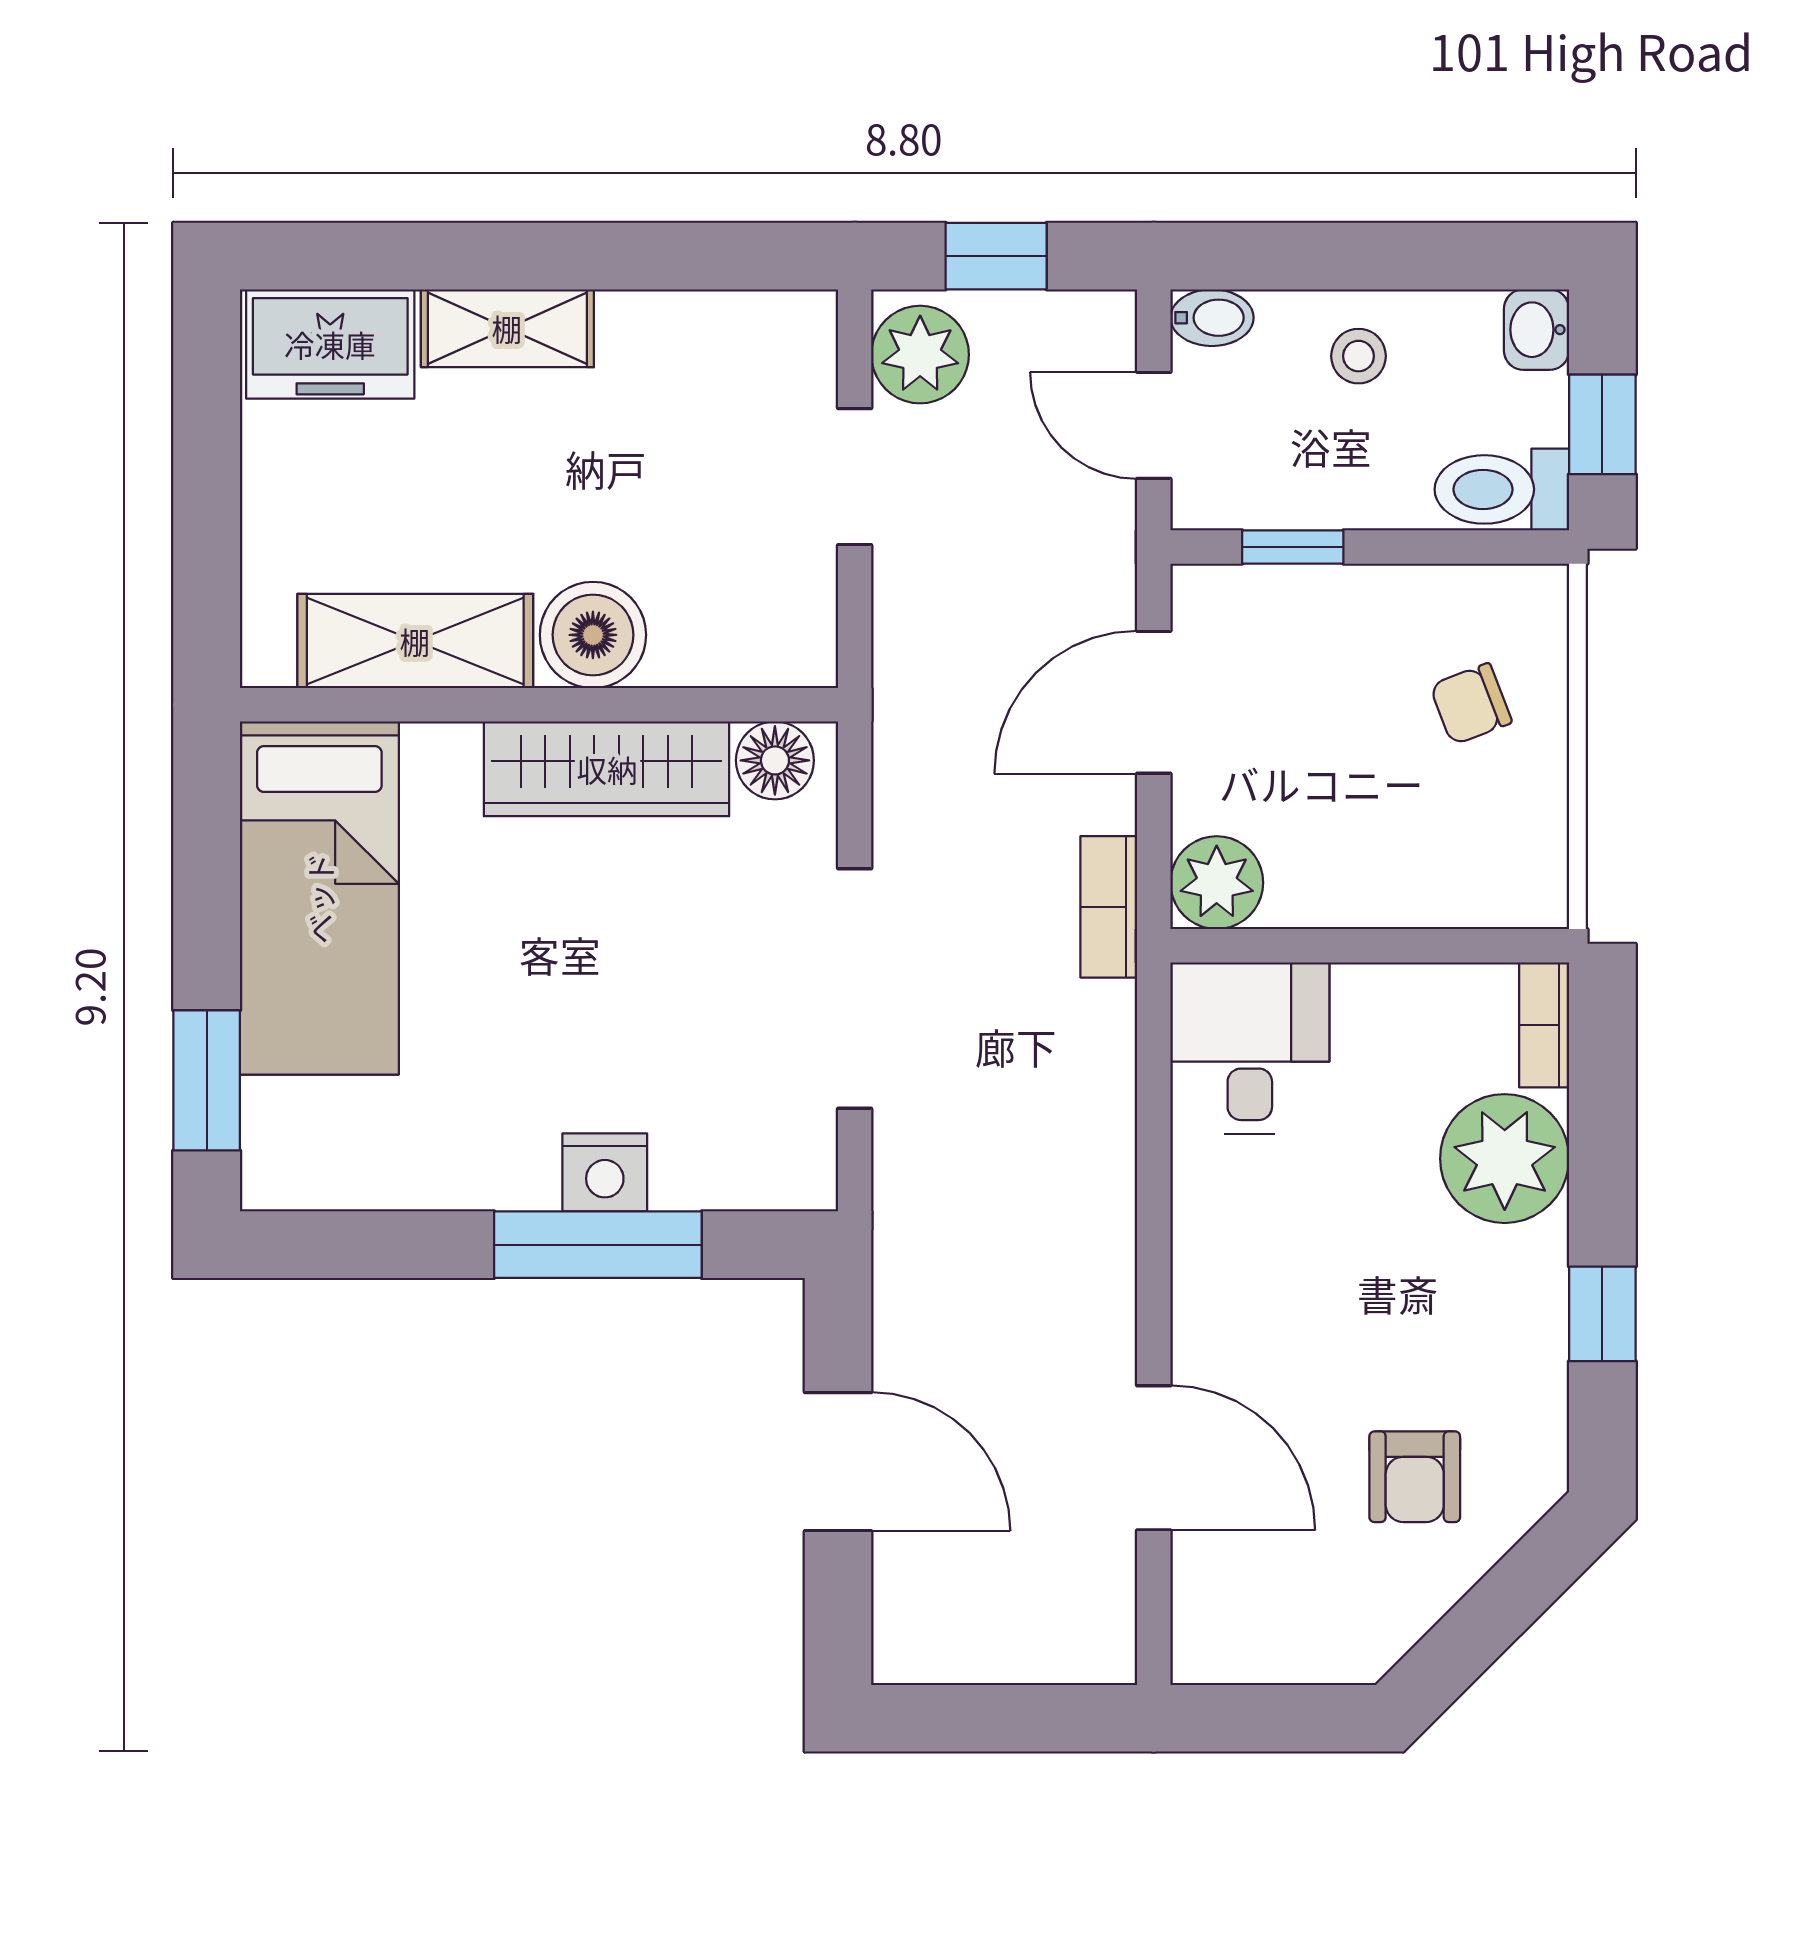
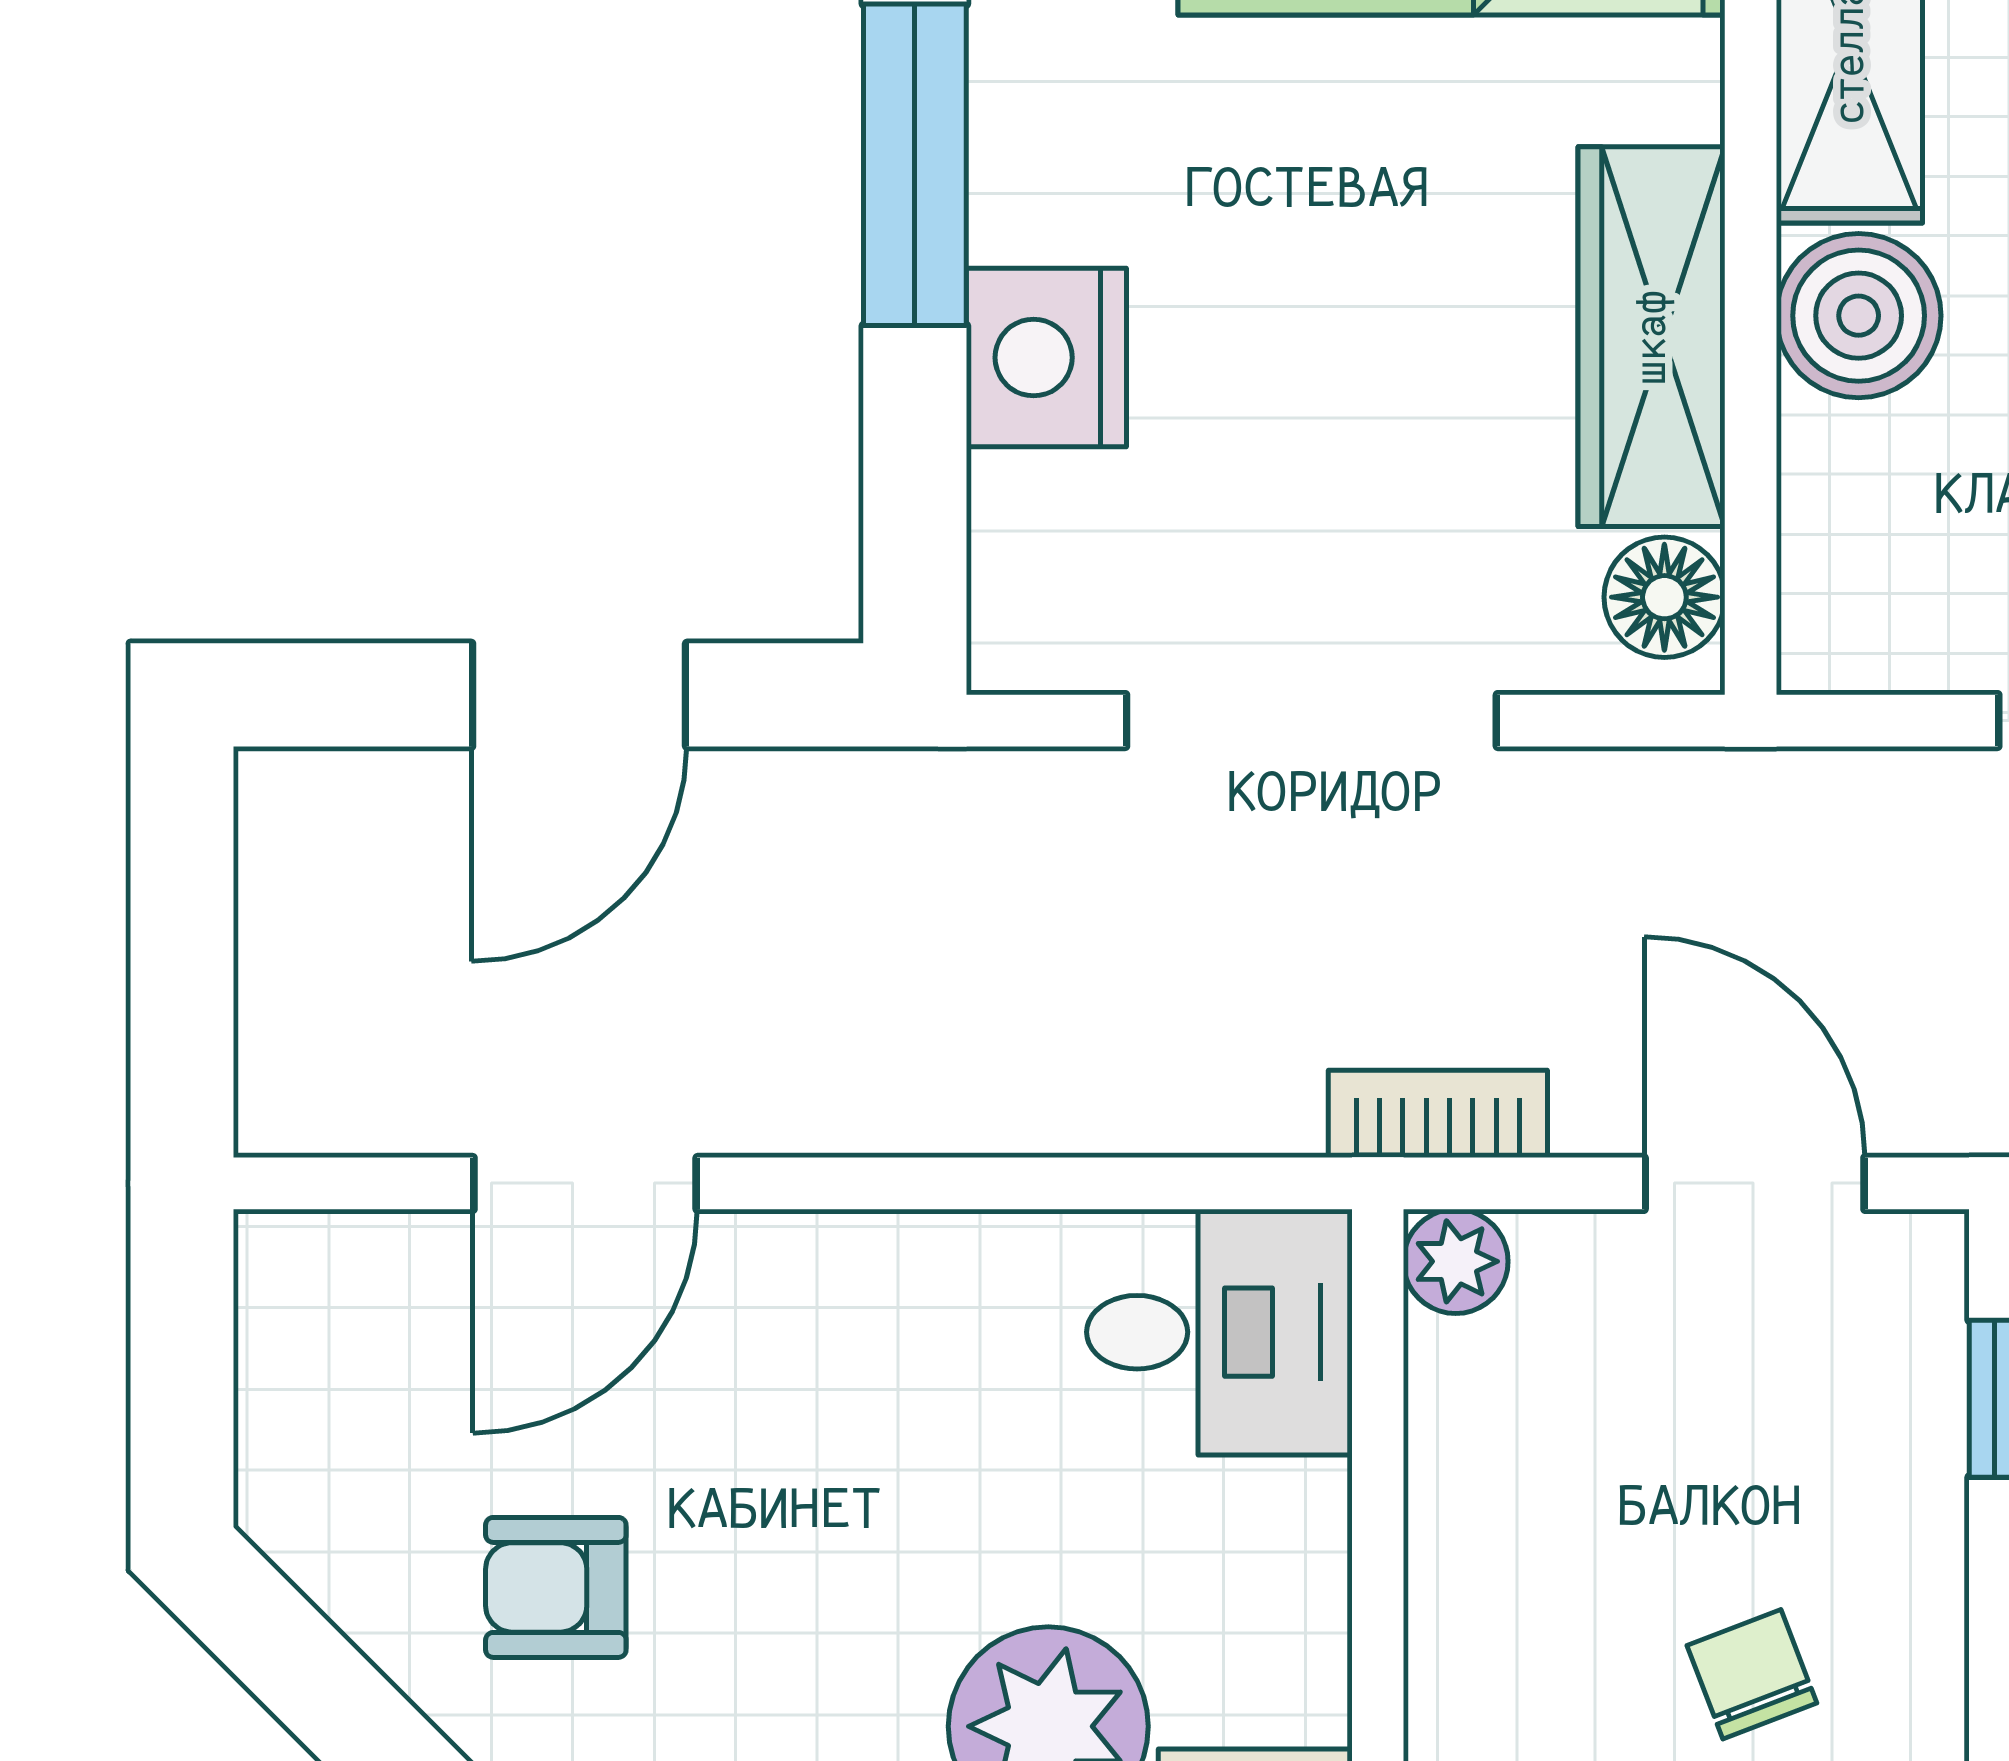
plant: (1217, 883) -> (1456, 1261), width x0.73, depth x0.73
nightstand: (605, 1172) -> (1046, 358), width x1.36, depth x1.33
window: (598, 1245) -> (915, 165), moved

